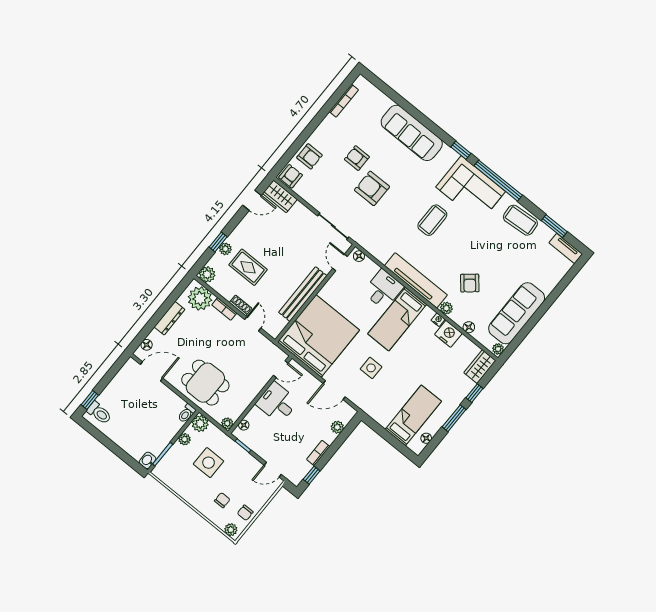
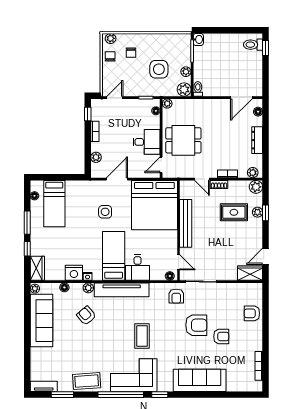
armchair: (291, 176) -> (176, 296), moved
plant: (200, 298) -> (253, 173), width x0.53, depth x0.53
dining table: (205, 383) -> (183, 140), moved

